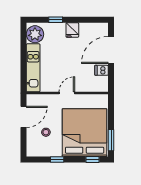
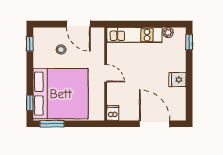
window: (56, 20) -> (189, 42), moved
plant: (35, 34) -> (168, 32), width x0.53, depth x0.53
dishwasher: (102, 70) -> (113, 113), moved
window: (57, 160) -> (30, 44), moved

